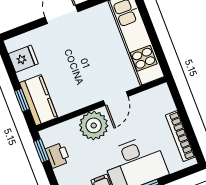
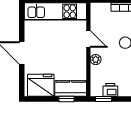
fridge: (23, 59) -> (41, 85), width x1.88, depth x1.34
plant: (94, 125) -> (96, 60), width x0.53, depth x0.53

